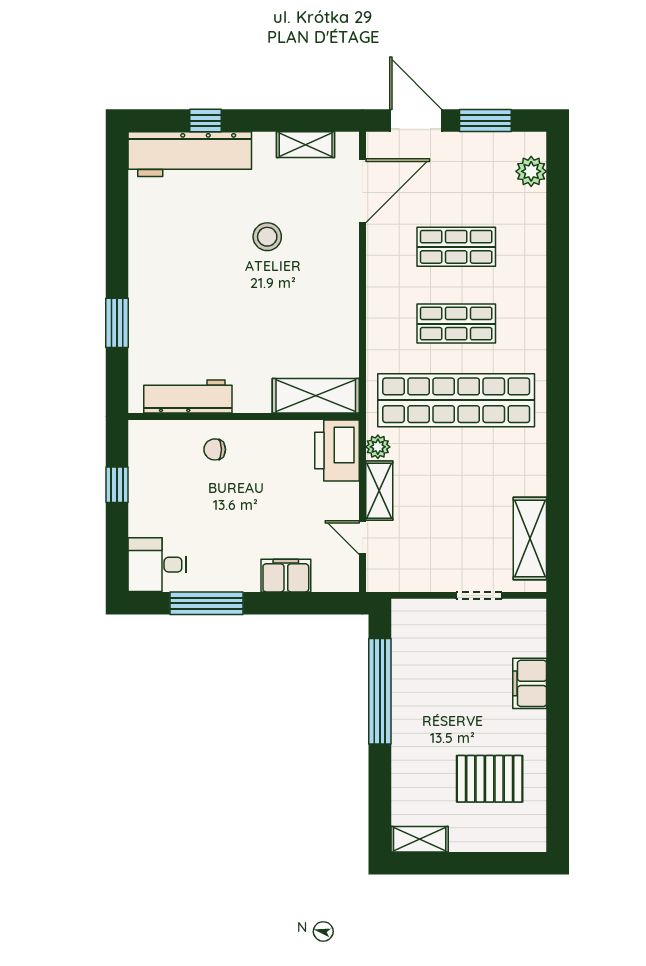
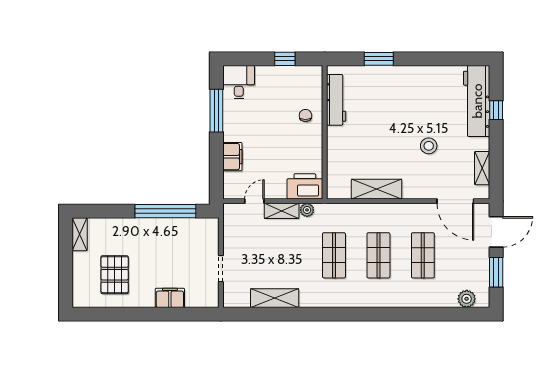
shelving: (316, 396) -> (377, 189), moved, turned 90
shop shelf: (456, 400) -> (334, 255), width x0.50, depth x0.74
shelving: (530, 538) -> (275, 298), moved

